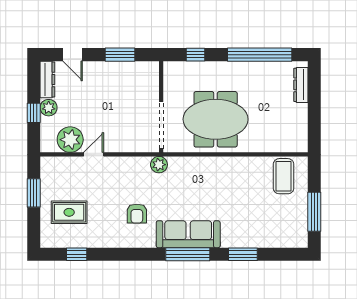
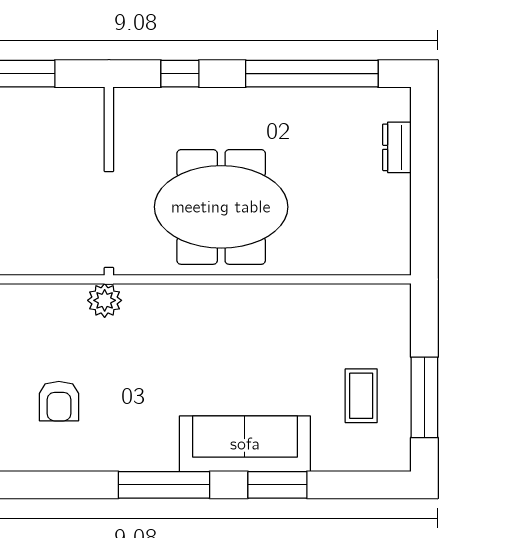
dresser: (301, 85) -> (397, 147), width x0.70
coffee table: (284, 176) -> (361, 396), moved, width x0.73, depth x0.77
sofa: (188, 234) -> (245, 444), moved

